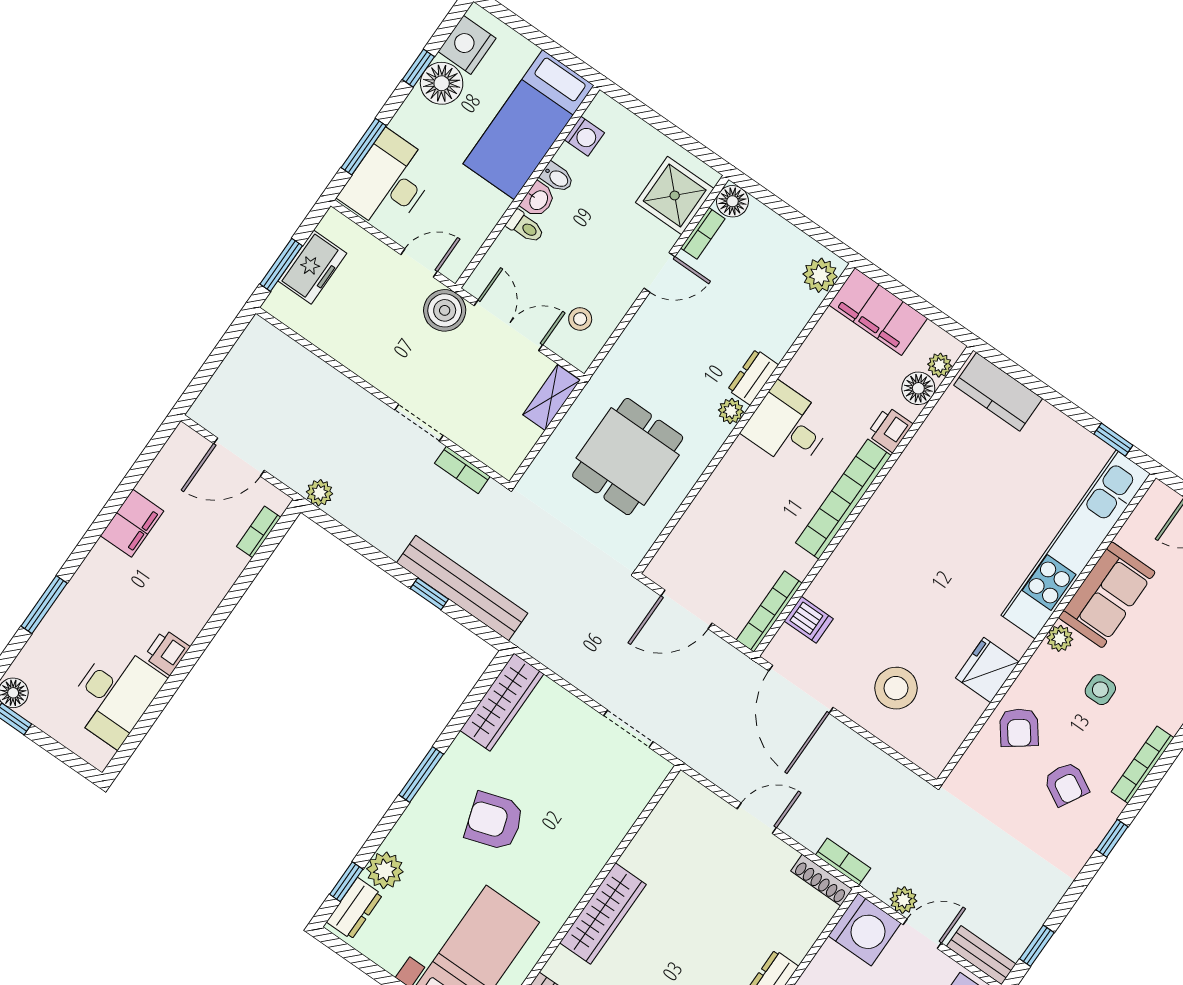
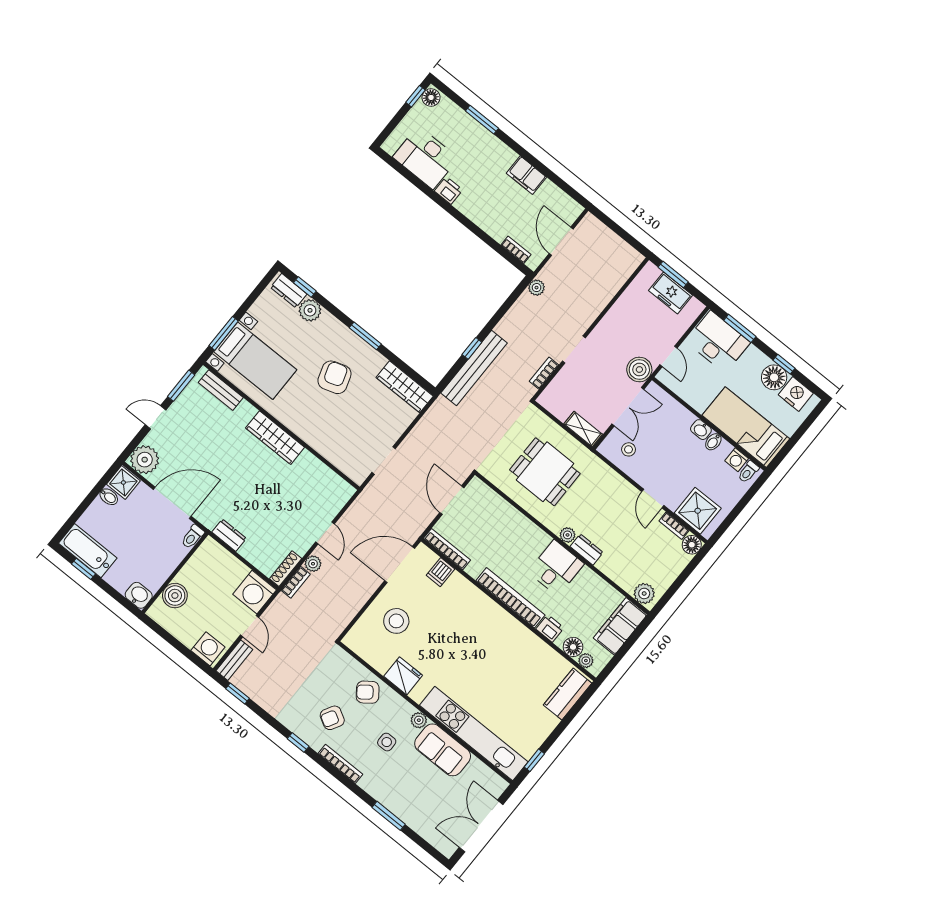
toilet: (525, 227) -> (748, 472), moved
plant: (903, 900) -> (313, 564), moved

